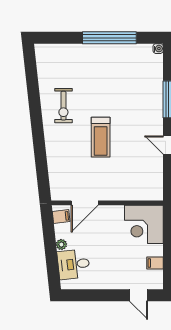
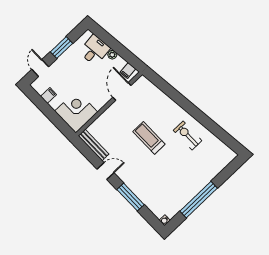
bench: (157, 179) -> (94, 145), added
window: (101, 295) -> (61, 48), added
door: (139, 295) -> (40, 68), hinge flipped

